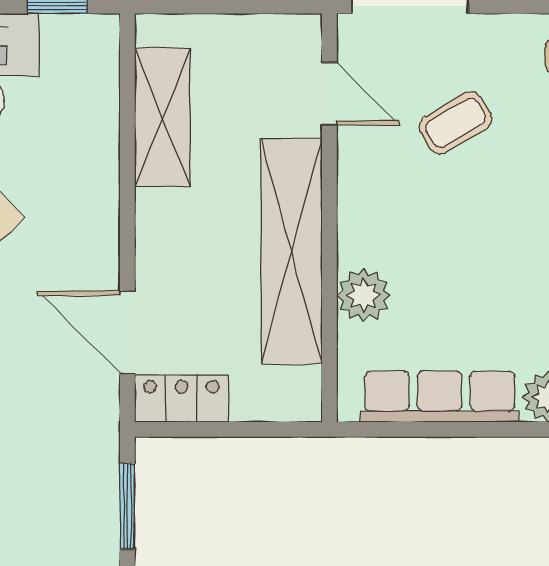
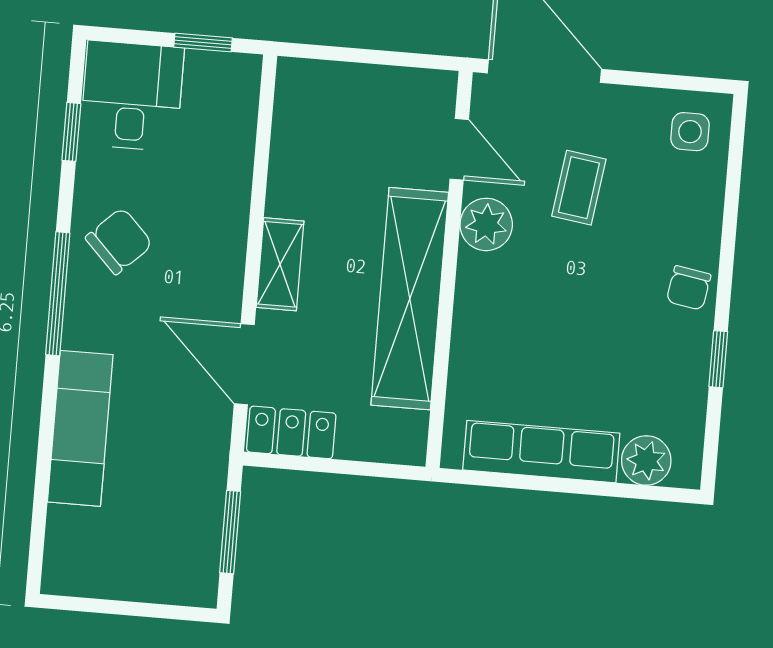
shelving: (162, 117) -> (280, 264), moved, width x0.67, depth x0.75
coffee table: (455, 123) -> (579, 188), turned -52
plant: (364, 295) -> (486, 224), moved

